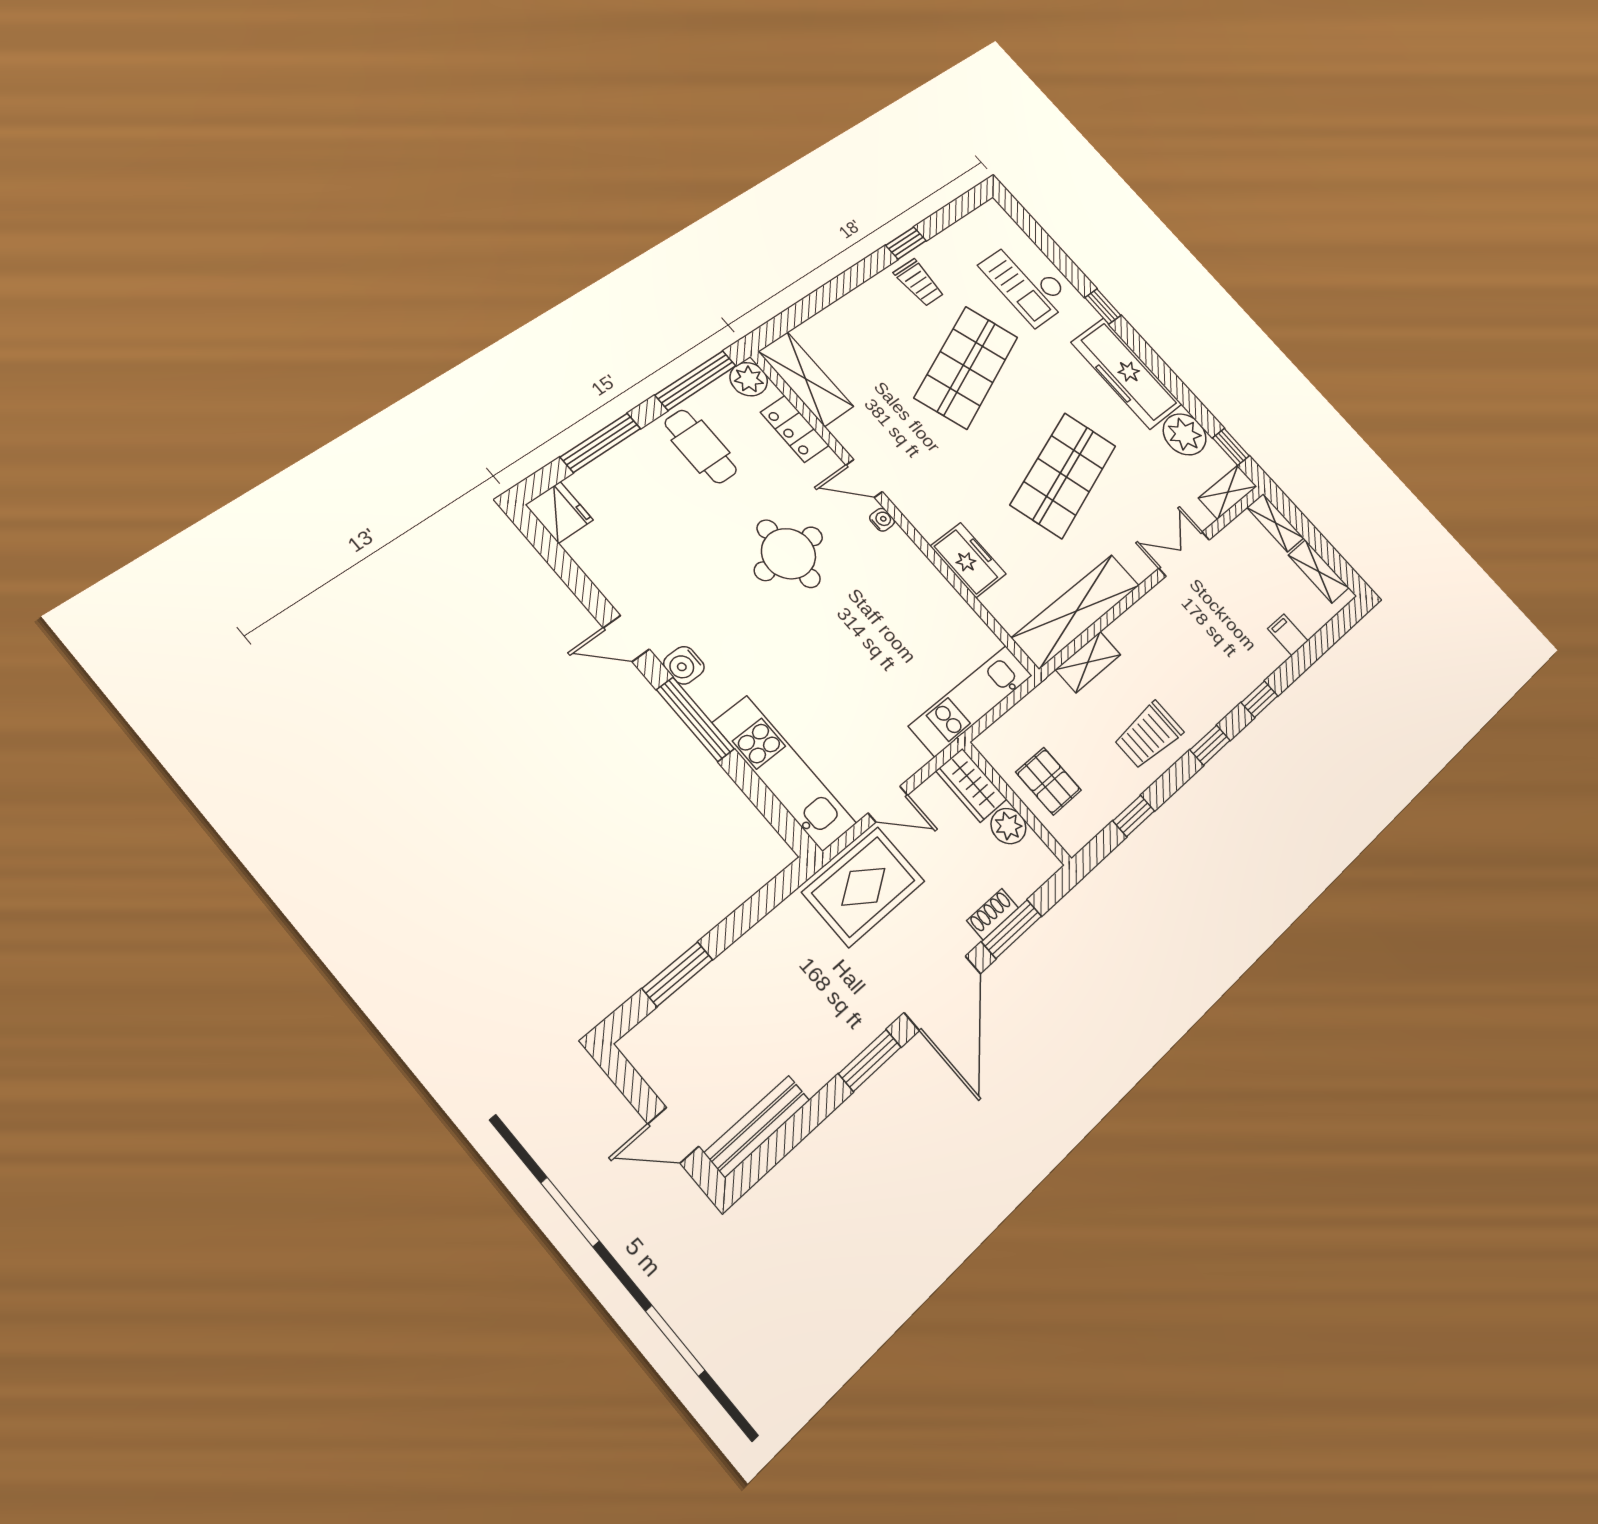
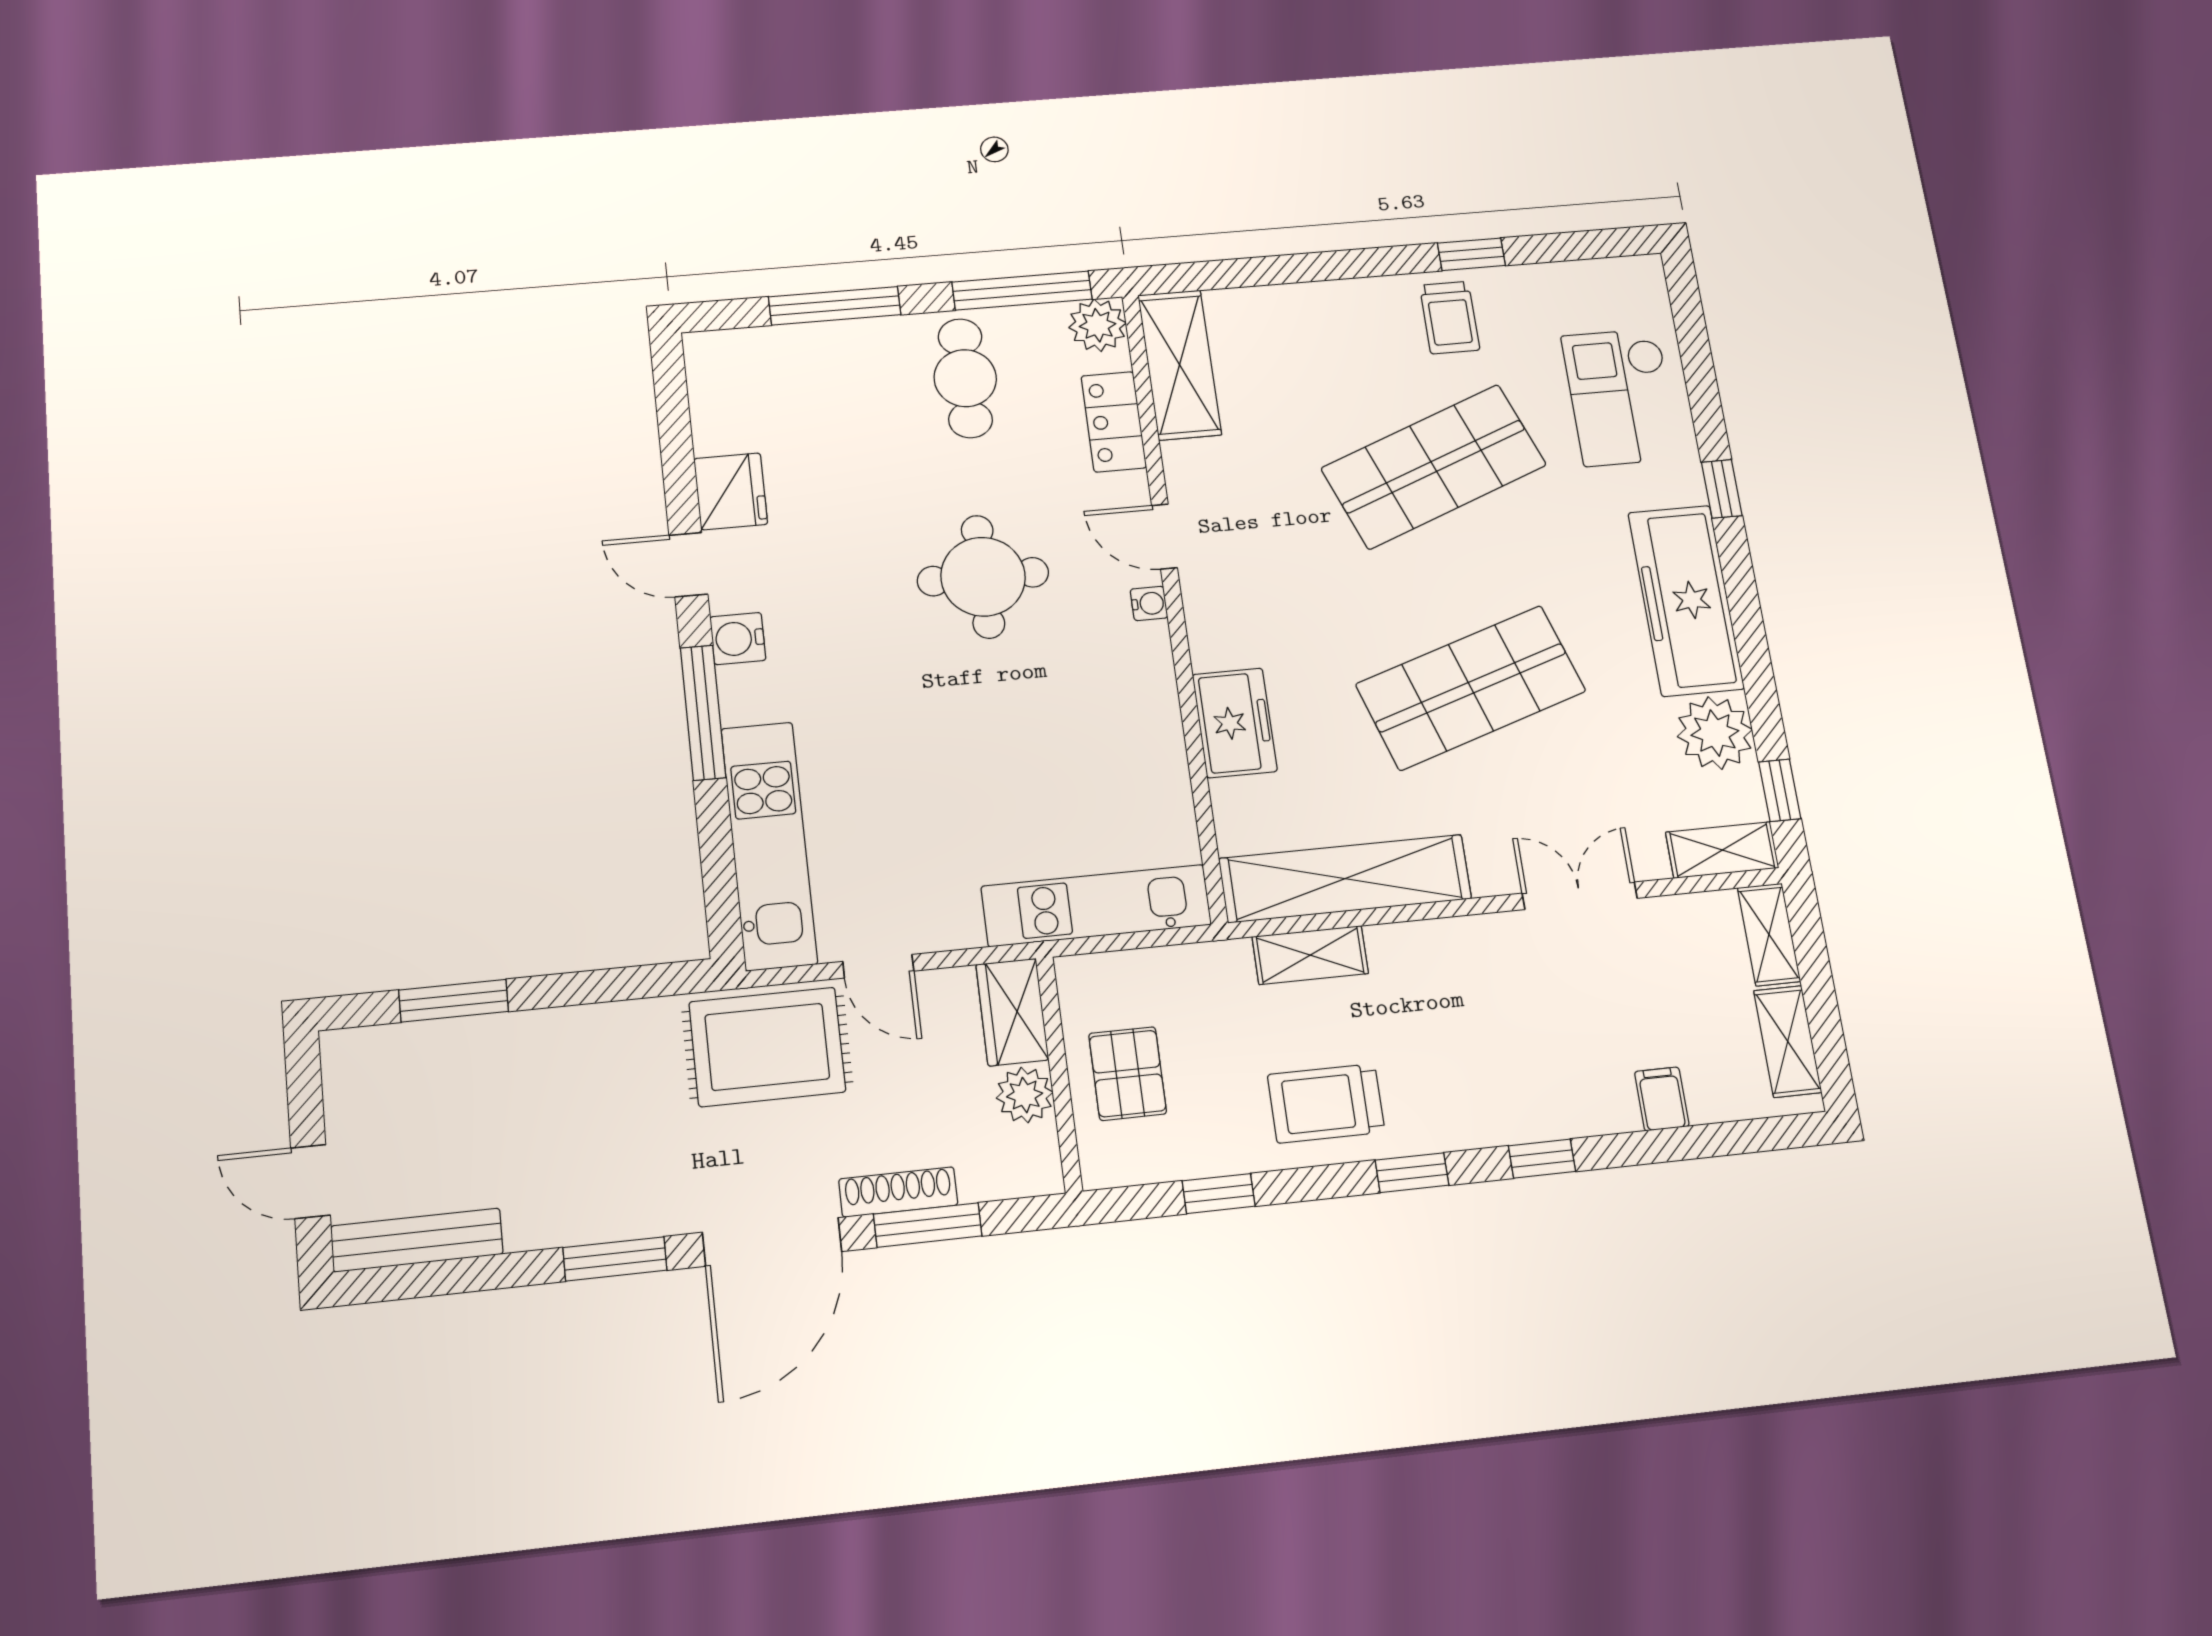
fridge: (559, 512) -> (731, 491), moved
shoe rack: (993, 914) -> (898, 1192), width x1.43

